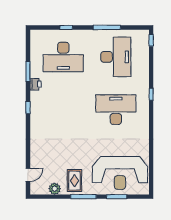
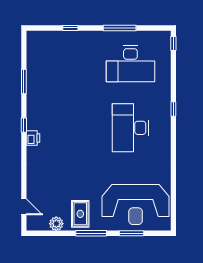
desk: (63, 57) -> (67, 64), removed
desk: (116, 57) -> (130, 64), turned 90
printer: (36, 84) -> (33, 138), moved
desk: (116, 110) -> (130, 128), turned -90
door: (28, 175) -> (24, 207), hinge flipped

